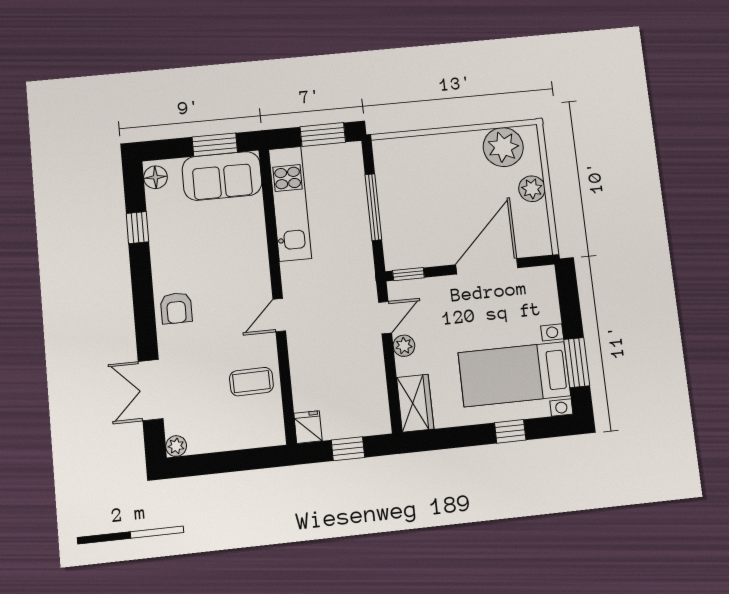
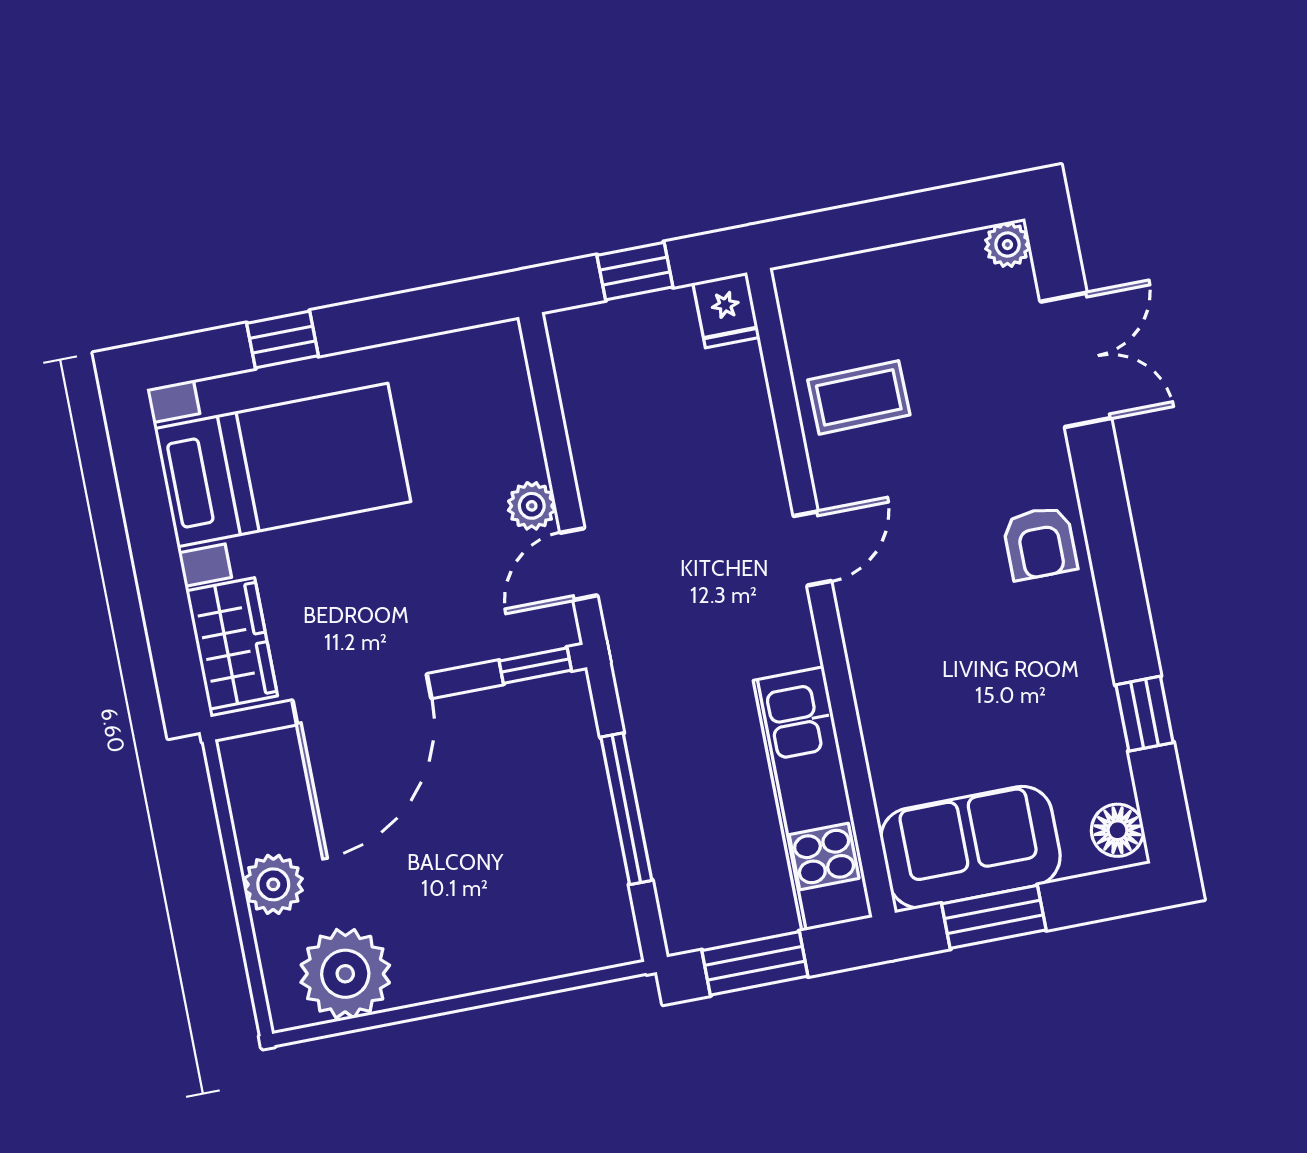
armchair: (176, 308) -> (1040, 543), turned 180
window: (577, 363) -> (146, 503), removed
wardrobe: (415, 403) -> (232, 643), moved, turned 180

